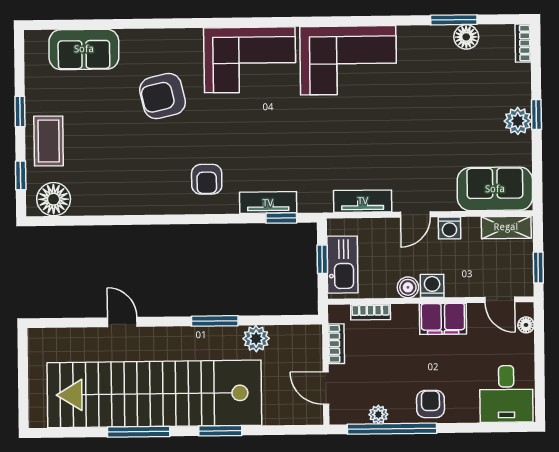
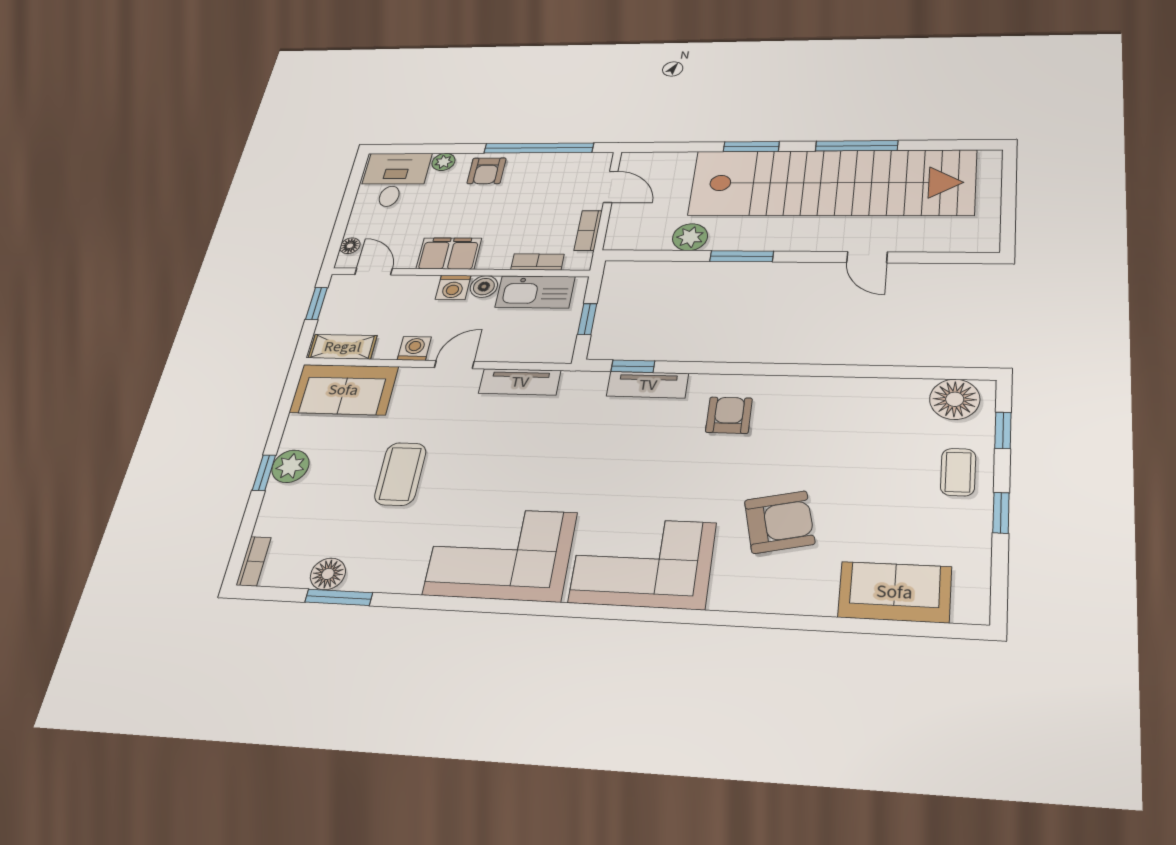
coffee table: (434, 119) -> (400, 474), added
coffee table: (49, 141) -> (958, 472), width x0.73, depth x0.77
kitchen sink: (342, 265) -> (535, 292), moved, turned -90
plant: (378, 414) -> (443, 162), moved

